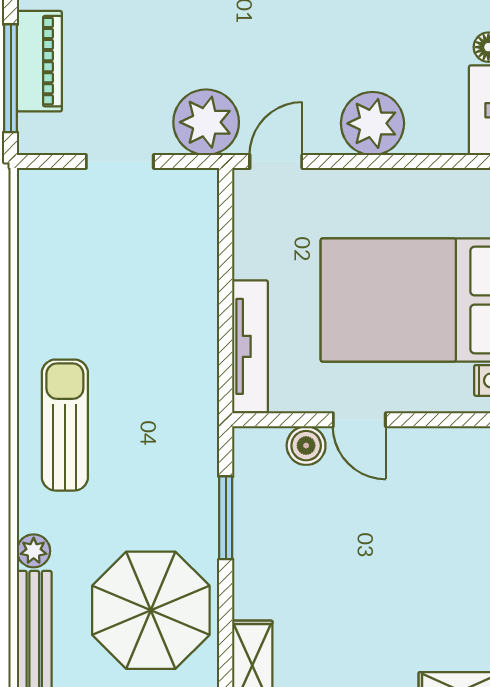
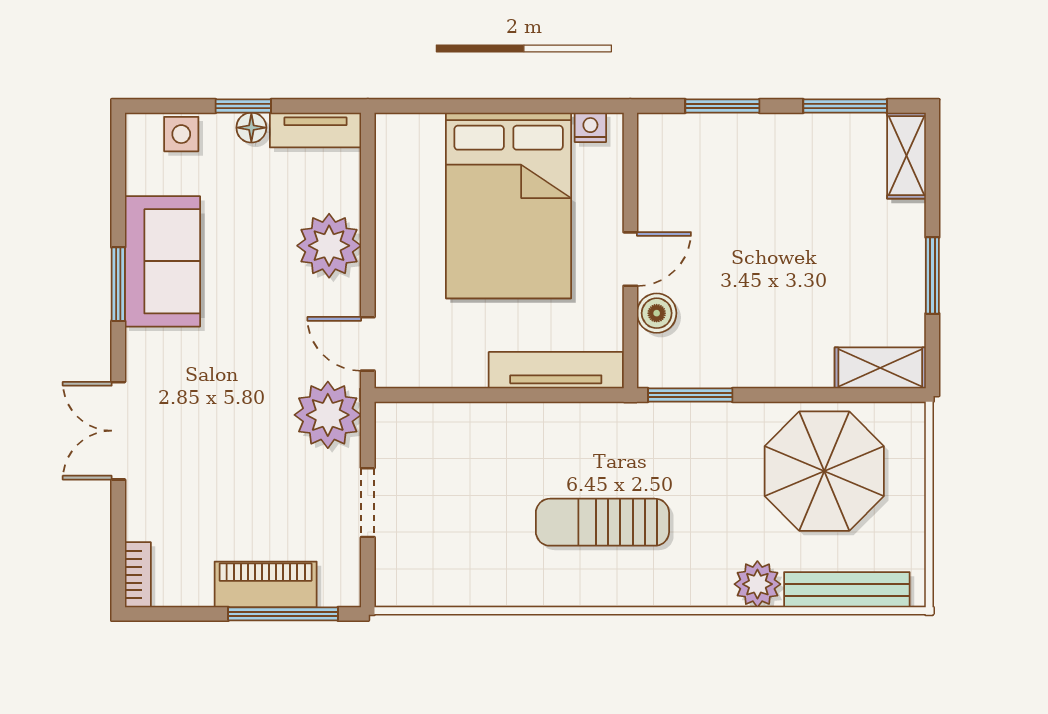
sun lounger: (65, 425) -> (602, 522), moved
window: (226, 518) -> (690, 395), moved
plant: (34, 551) -> (757, 584), width x1.38, depth x1.38

